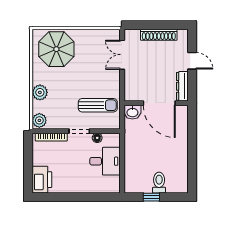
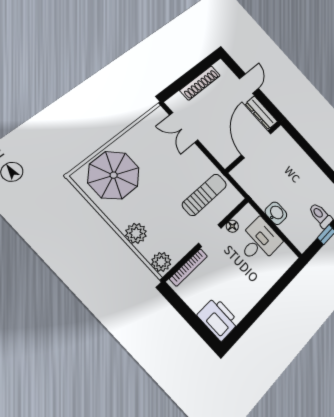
door: (192, 61) -> (249, 84), hinge flipped
door: (159, 103) -> (256, 144), swing flipped
washbasin: (132, 112) -> (276, 213), moved, turned -90

